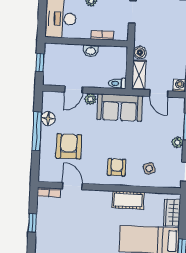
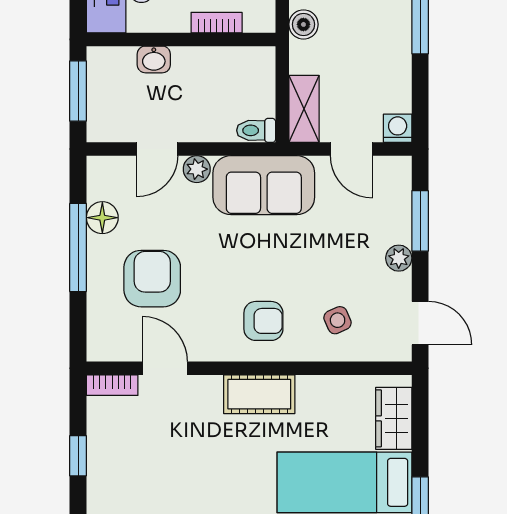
washbasin: (91, 51) -> (154, 59), moved
boiler: (140, 53) -> (303, 24), moved
window: (40, 62) -> (78, 91), width x1.50
armchair: (117, 167) -> (263, 321), turned 90
cot: (128, 200) -> (259, 394), moved

